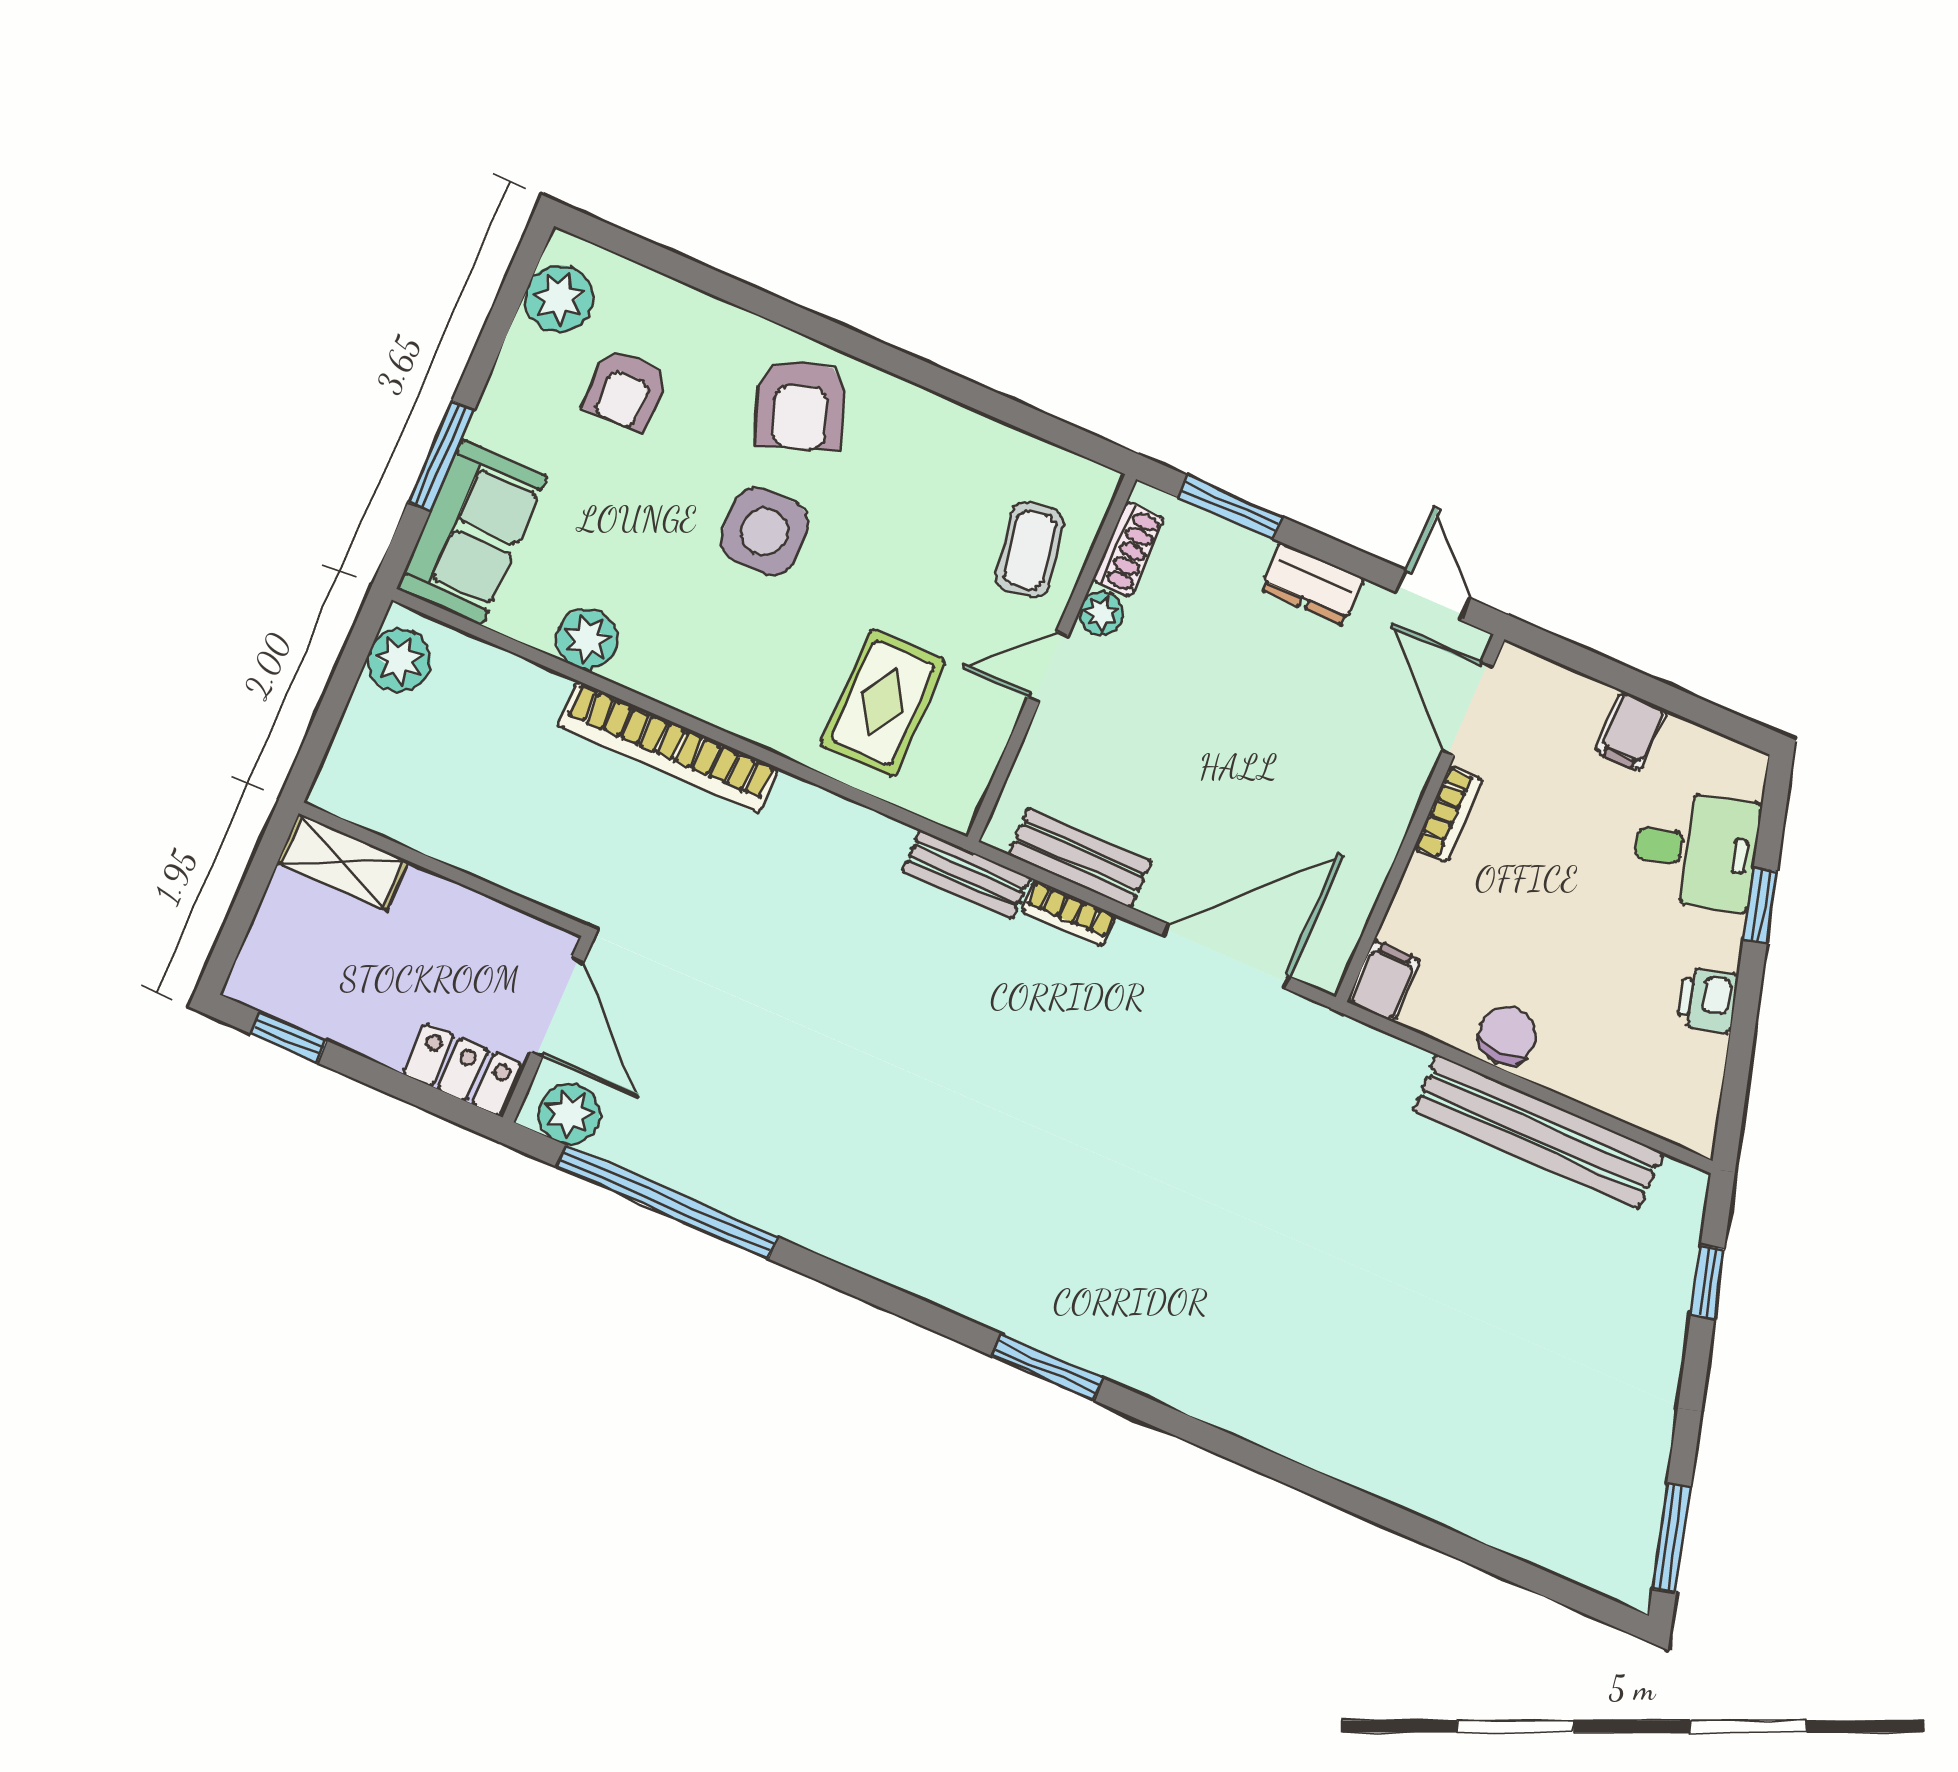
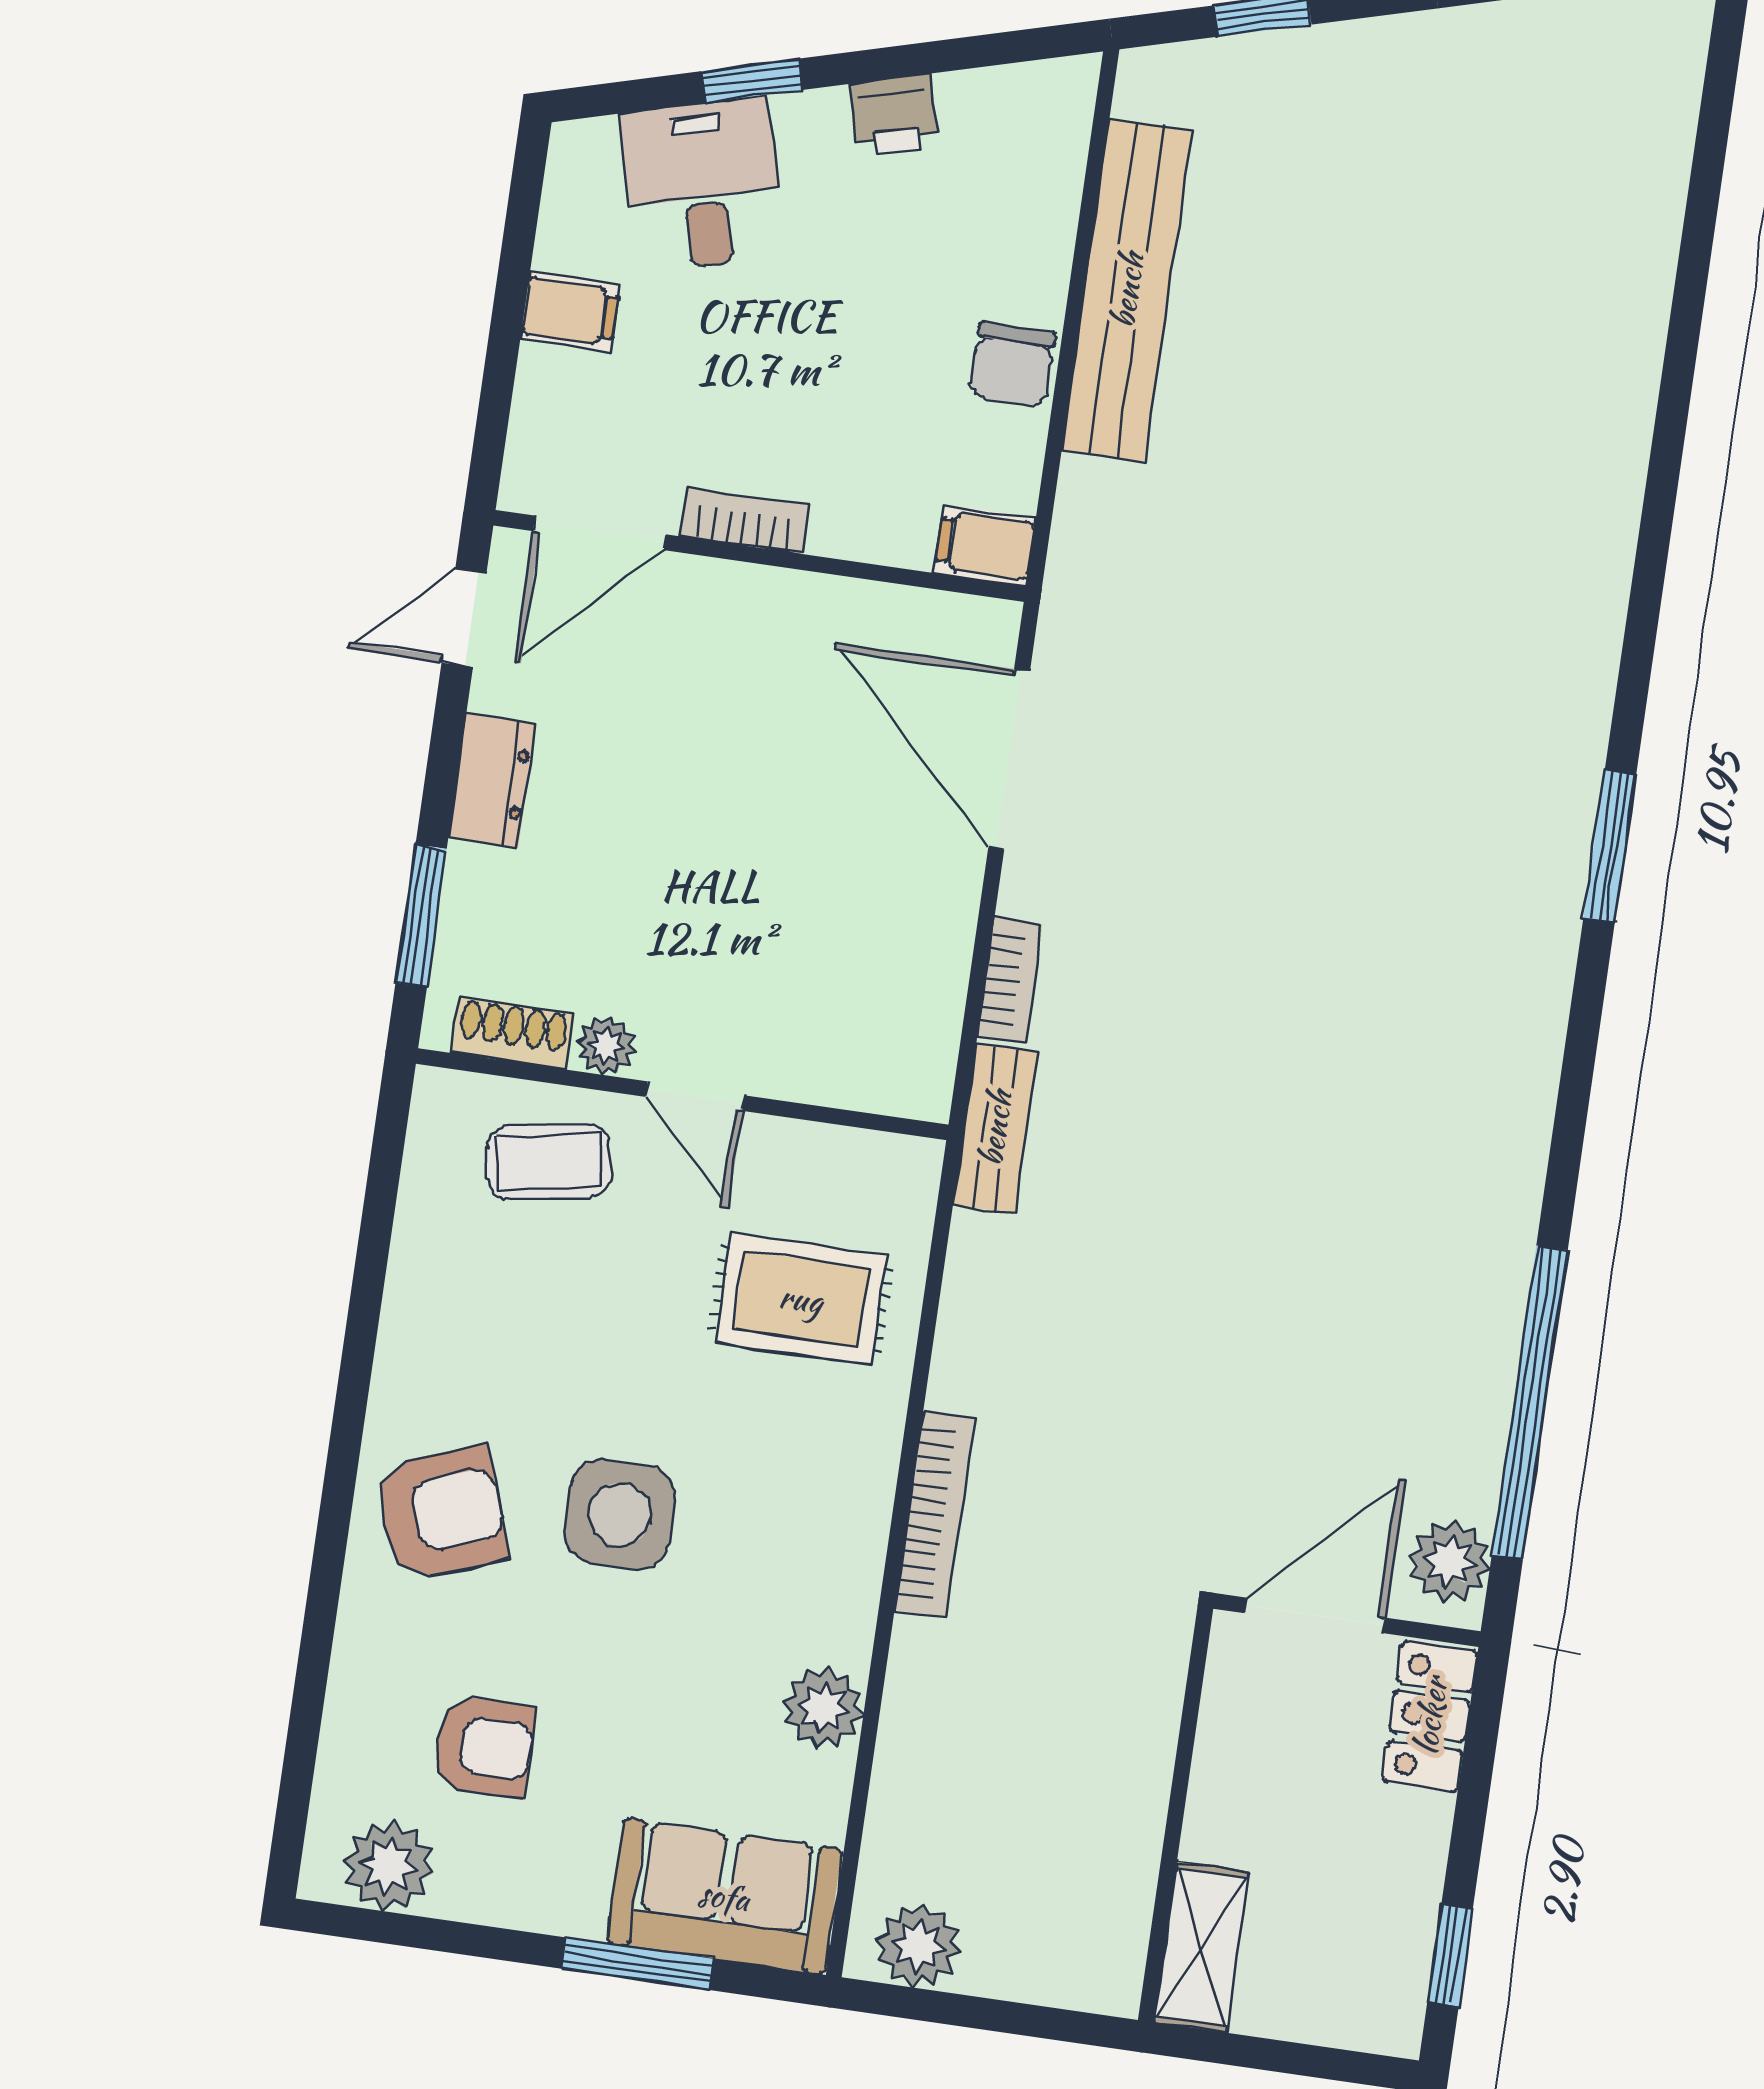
bookcase: (668, 747) -> (934, 1514), width x0.68, depth x0.76
bench: (1079, 858) -> (933, 987), removed
chair: (1507, 1036) -> (1013, 365), turned -90

